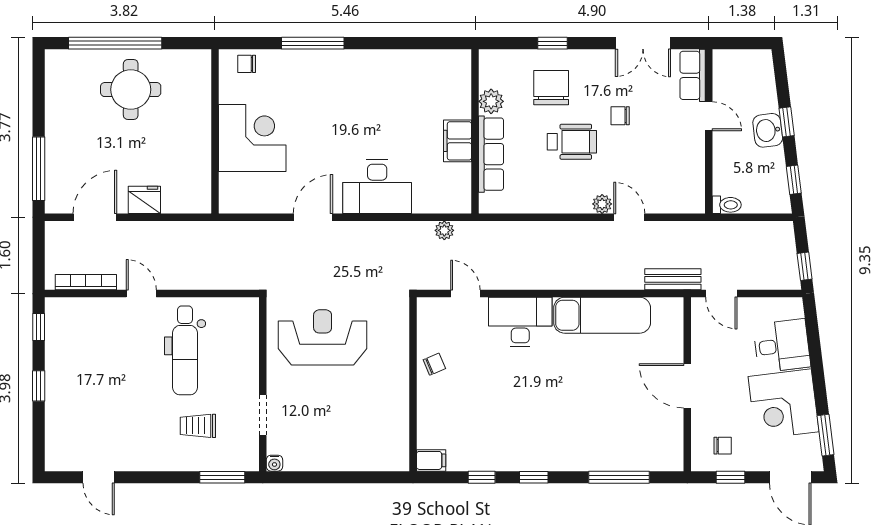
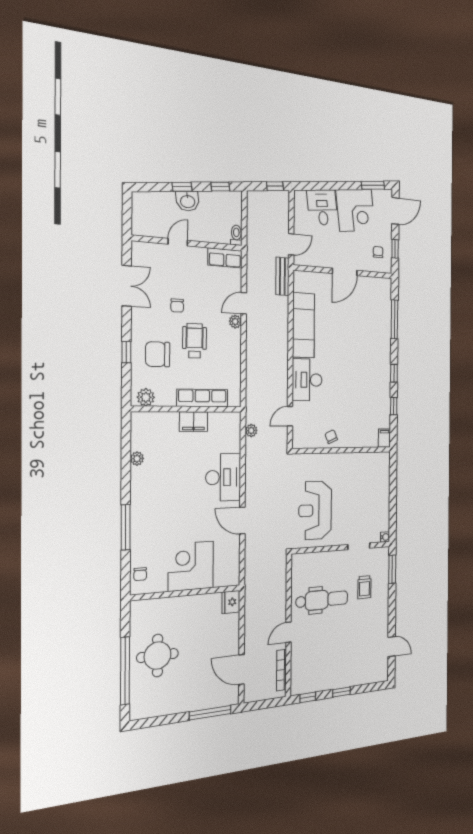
plant: (407, 59) -> (137, 459), added
row of seats: (693, 75) -> (225, 258), moved
plant: (491, 101) -> (146, 397), moved
fridge: (144, 200) -> (231, 602), moved
door: (99, 477) -> (392, 647), hinge flipped

